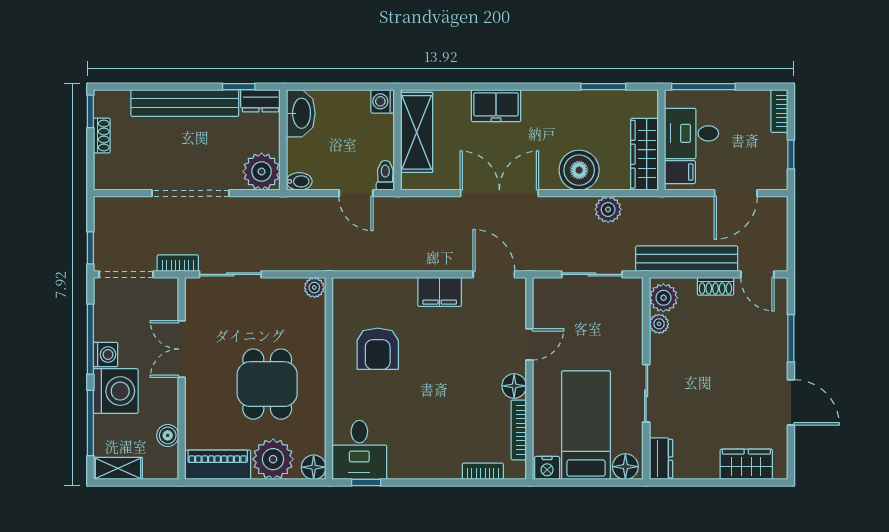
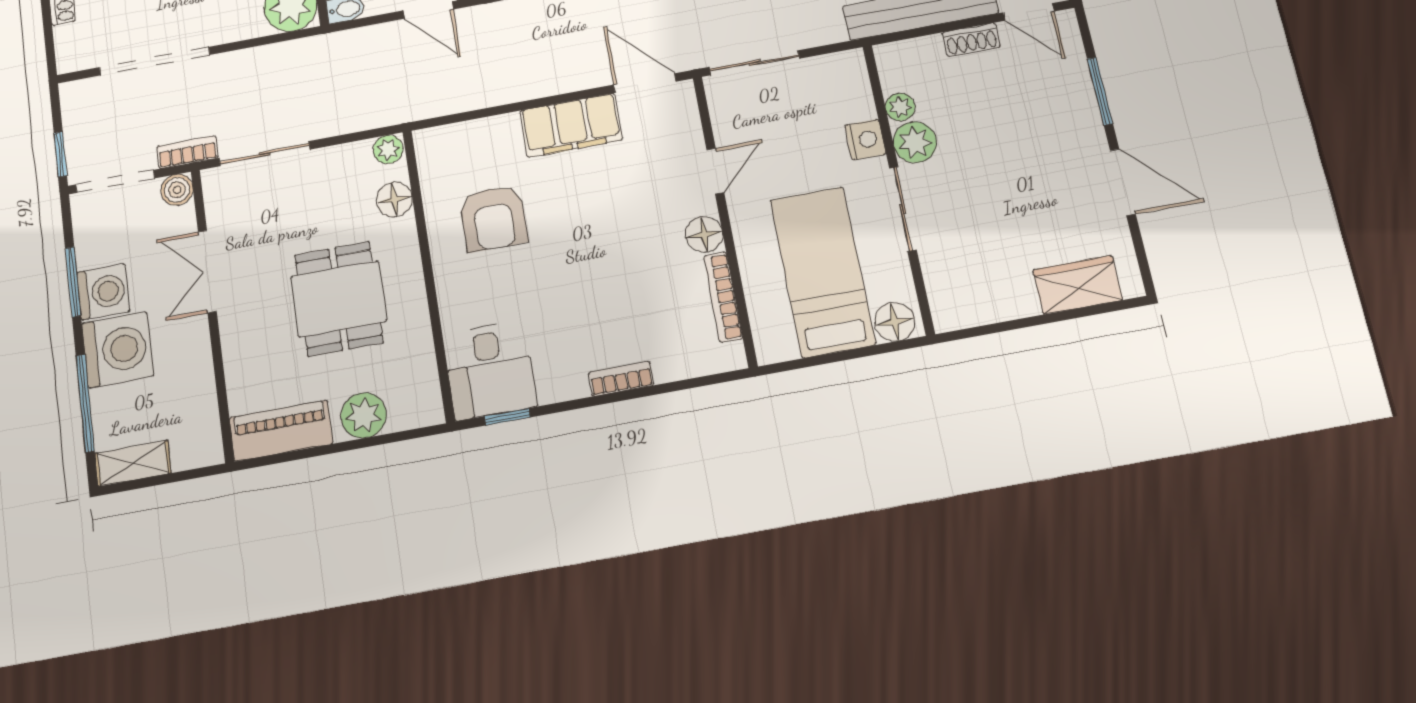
doorway: (191, 193) -> (155, 61), moved
sliding door: (592, 274) -> (754, 63), moved
filing cabinet: (440, 292) -> (571, 125), width x1.50, depth x1.17
plant: (663, 298) -> (915, 142), moved
window: (90, 339) -> (73, 282), width x0.69
washing machine: (106, 355) -> (103, 292), width x1.38, depth x1.38
boiler: (168, 435) -> (177, 190), moved
plant: (273, 459) -> (364, 415), width x0.73, depth x0.73
dresser: (661, 459) -> (946, 300), removed
floor lamp: (314, 467) -> (394, 199), moved
nightstand: (547, 468) -> (865, 140), moved, turned -90
bookcase: (483, 471) -> (621, 379), moved

